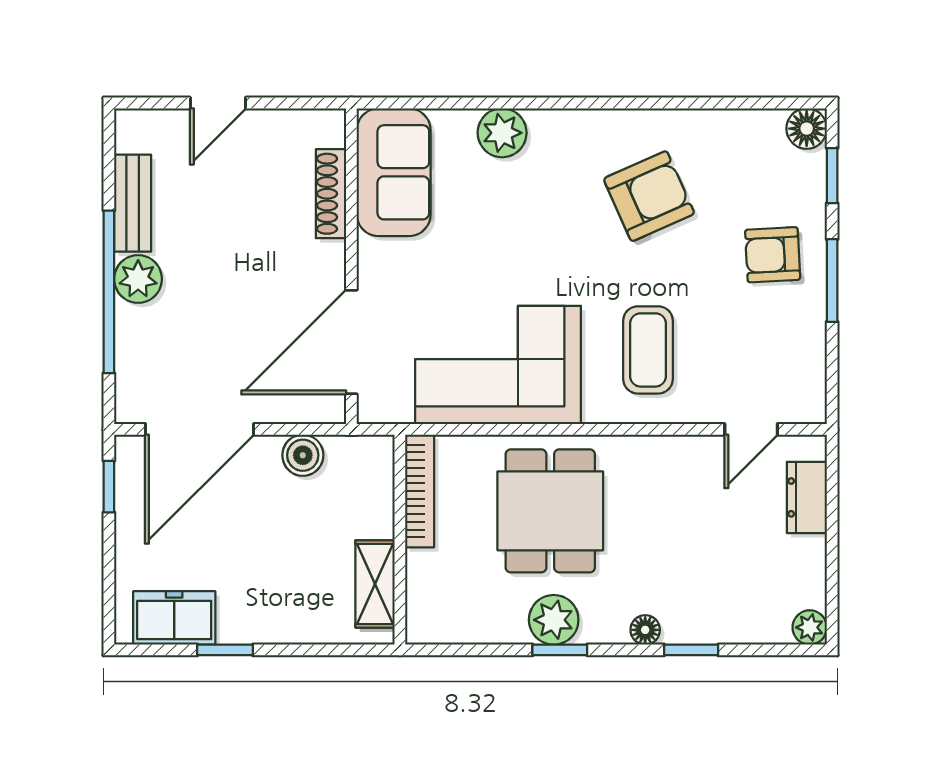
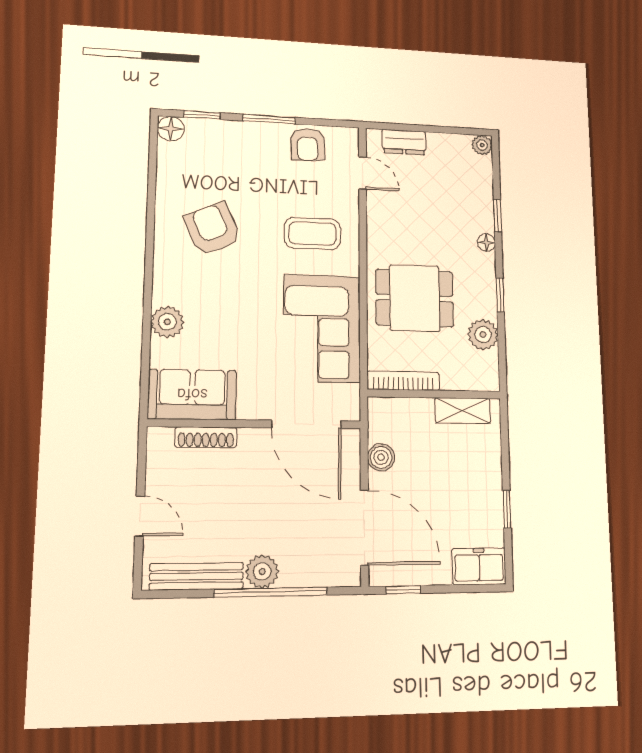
bench: (133, 203) -> (197, 576), width x1.36
armchair: (773, 255) -> (307, 144), moved
freezer: (174, 618) -> (479, 566), moved, turned 90
plant: (554, 620) -> (483, 335), moved

